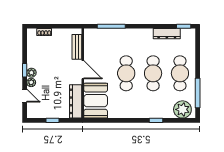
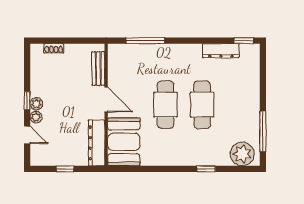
cafe table: (180, 73) -> (239, 105), removed

